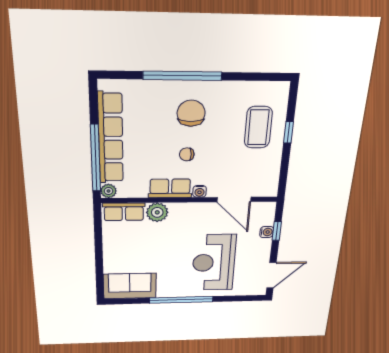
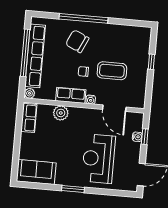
chair: (191, 113) -> (77, 41), moved, turned -65
coffee table: (258, 127) -> (112, 71), moved, turned 90
window: (96, 158) -> (25, 53), moved
row of seats: (124, 212) -> (29, 118), moved, turned -90
window: (181, 300) -> (73, 189), width x0.47

